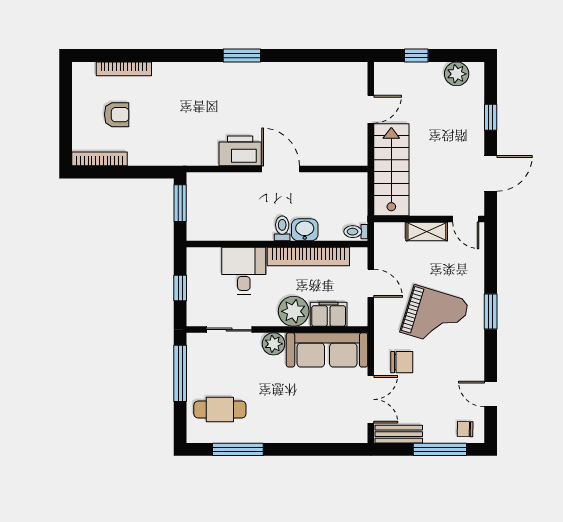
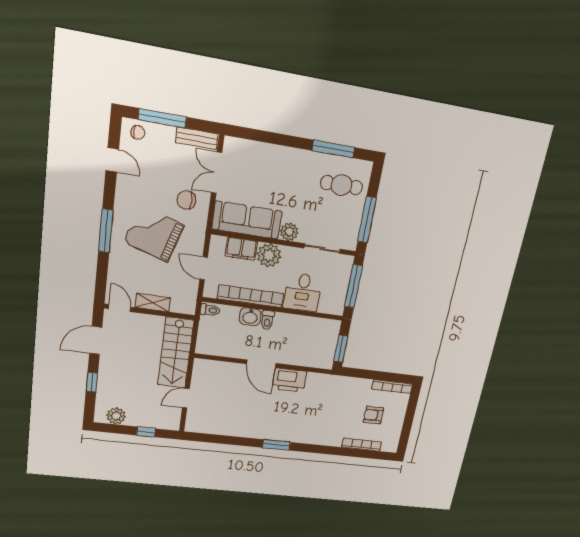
window: (180, 288) -> (353, 286), width x2.17
window: (491, 312) -> (106, 231), width x1.44

